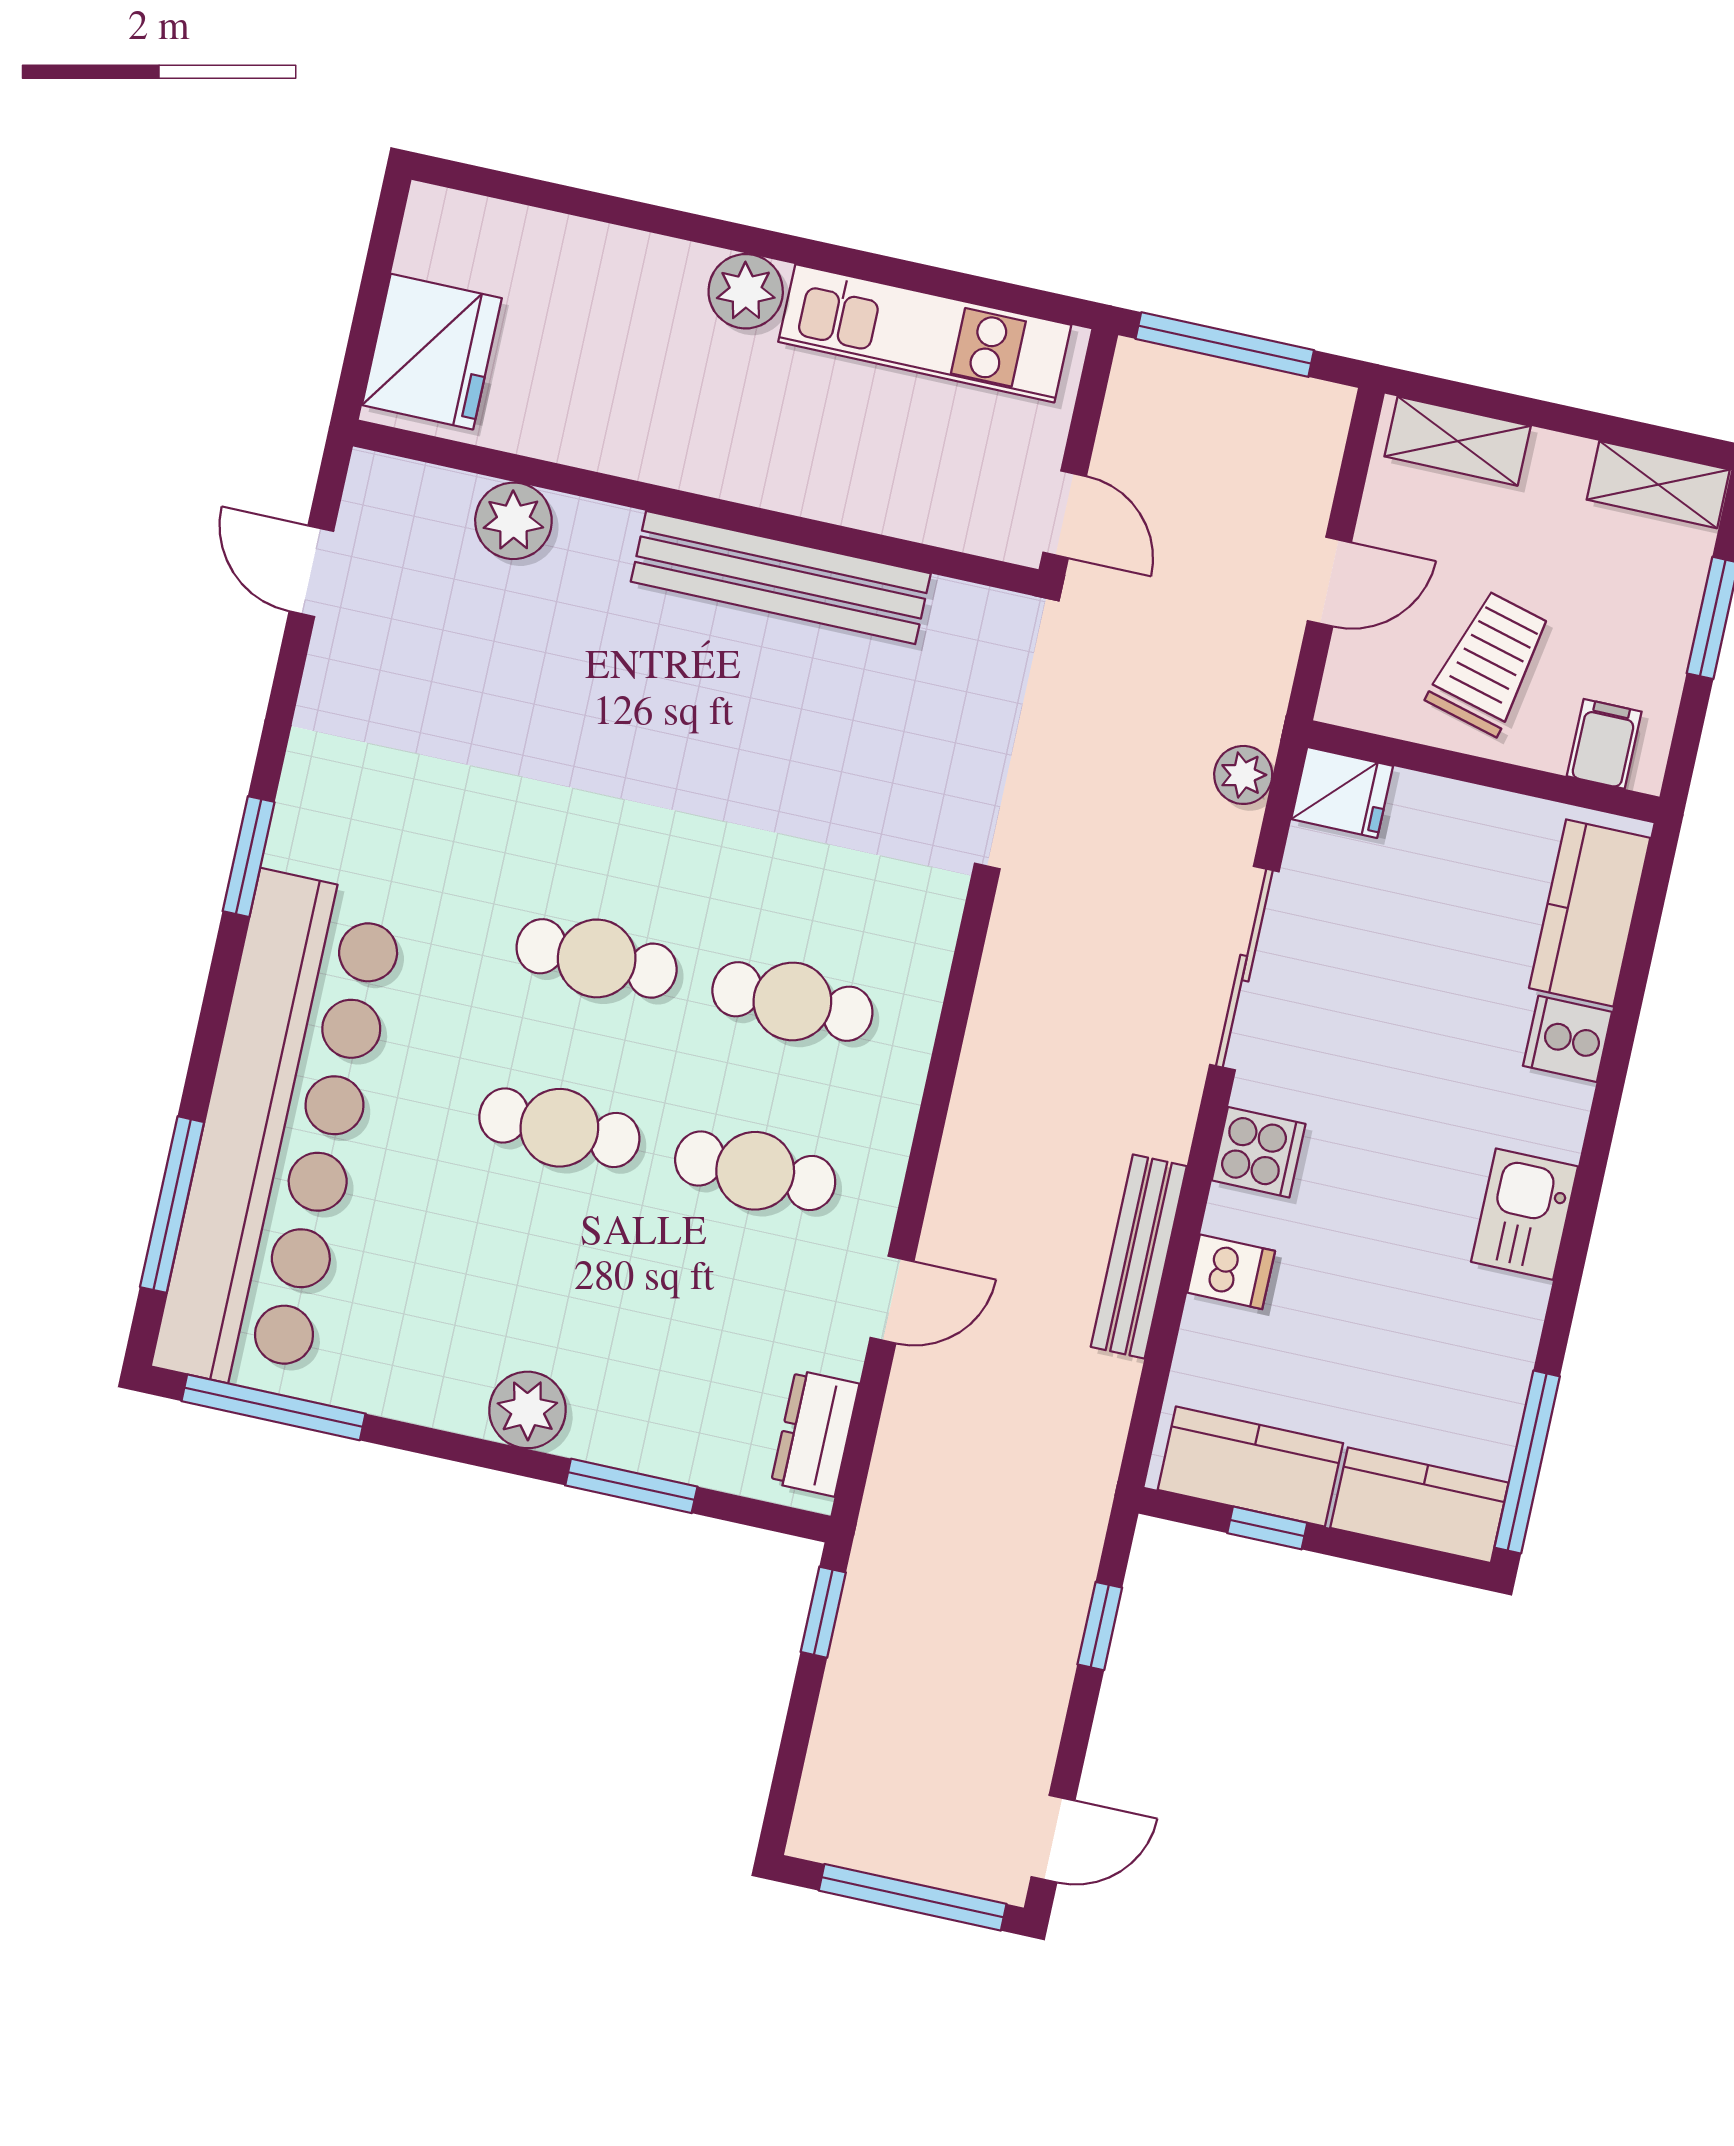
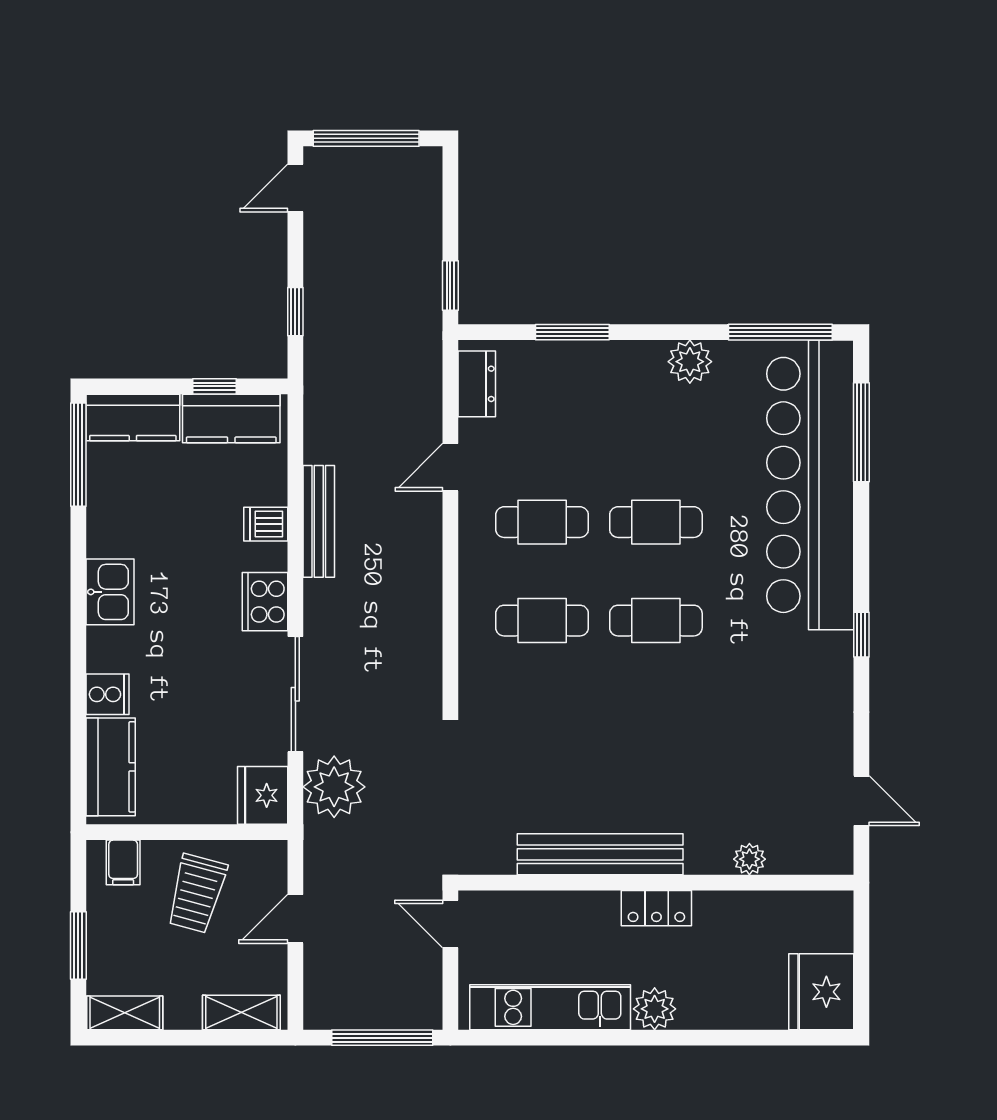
fridge: (432, 352) -> (821, 992), moved
locker: (704, 464) -> (656, 908), added
plant: (513, 521) -> (749, 859), width x0.73, depth x0.73
plant: (1243, 775) -> (334, 787), width x1.88, depth x1.88
fridge: (1342, 793) -> (263, 795), width x1.38
window: (249, 857) -> (861, 635), width x0.67
cooker: (1259, 1152) -> (265, 602), width x1.36
plant: (528, 1410) -> (690, 362), moved

